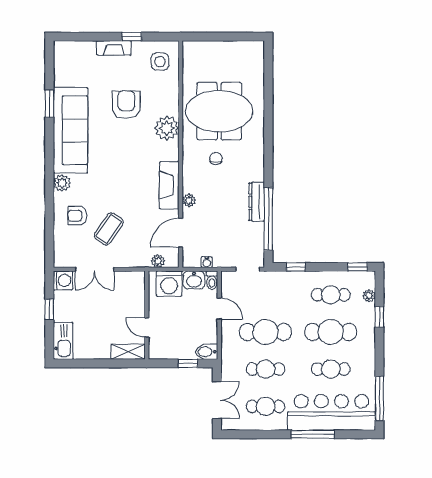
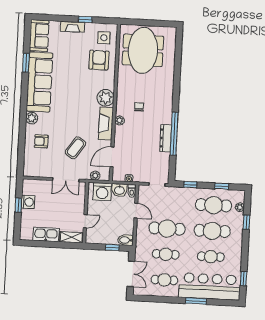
sofa: (66, 63) -> (39, 36), added
armchair: (126, 105) -> (99, 60), moved
meeting table: (219, 111) -> (143, 50), moved, turned 90
plant: (167, 128) -> (106, 98), moved
plant: (189, 200) -> (120, 121), moved
window: (268, 219) -> (174, 134), moved
coffee table: (109, 229) -> (75, 148), moved
window: (358, 267) -> (222, 186), moved
double door: (95, 269) -> (66, 180), moved
washing machine: (63, 280) -> (28, 202), moved
cafe table: (331, 295) -> (214, 205), width x1.37, depth x1.35
door: (147, 328) -> (85, 221), swing flipped
kitchen sink: (63, 341) -> (46, 234), moved, turned -90
window: (379, 398) -> (243, 279), width x0.46
window: (313, 434) -> (196, 301), width x0.69

